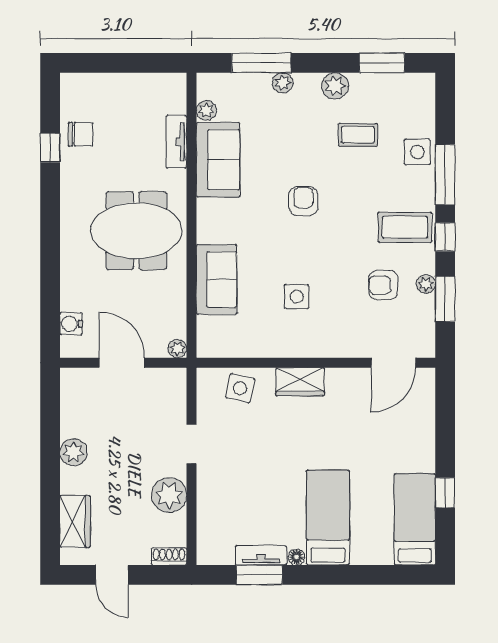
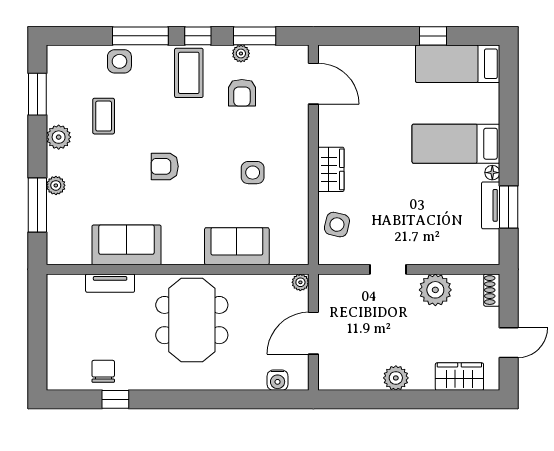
plant: (206, 110) -> (81, 256), removed

